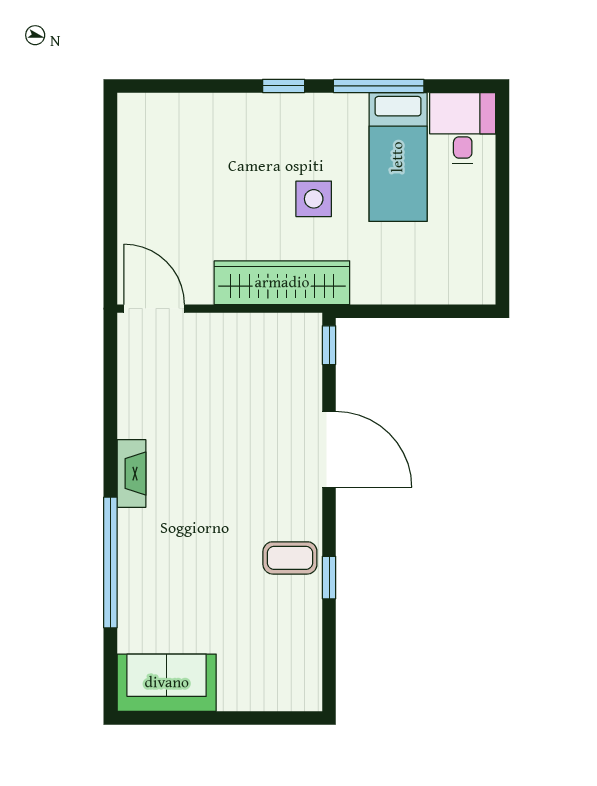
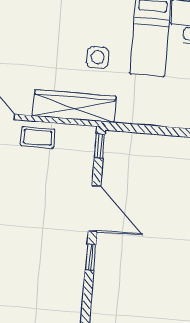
coffee table: (290, 558) -> (38, 137), moved
window: (329, 578) -> (91, 257), moved

